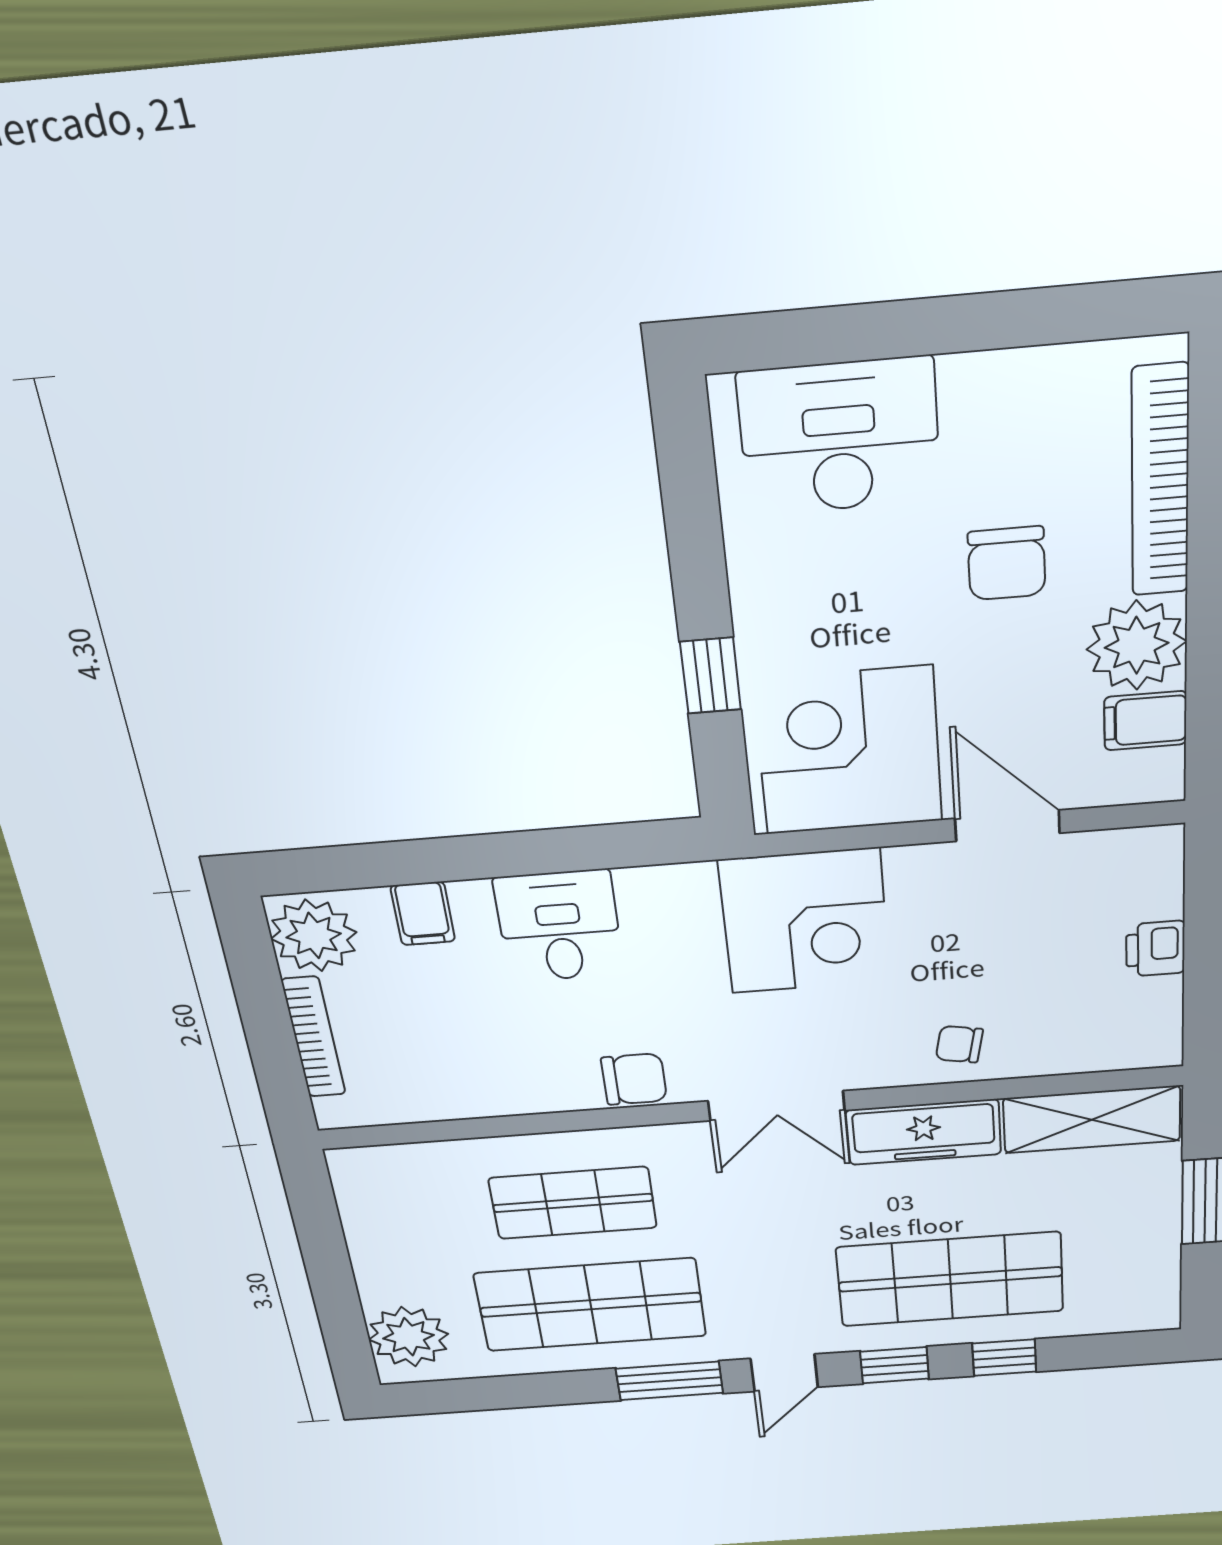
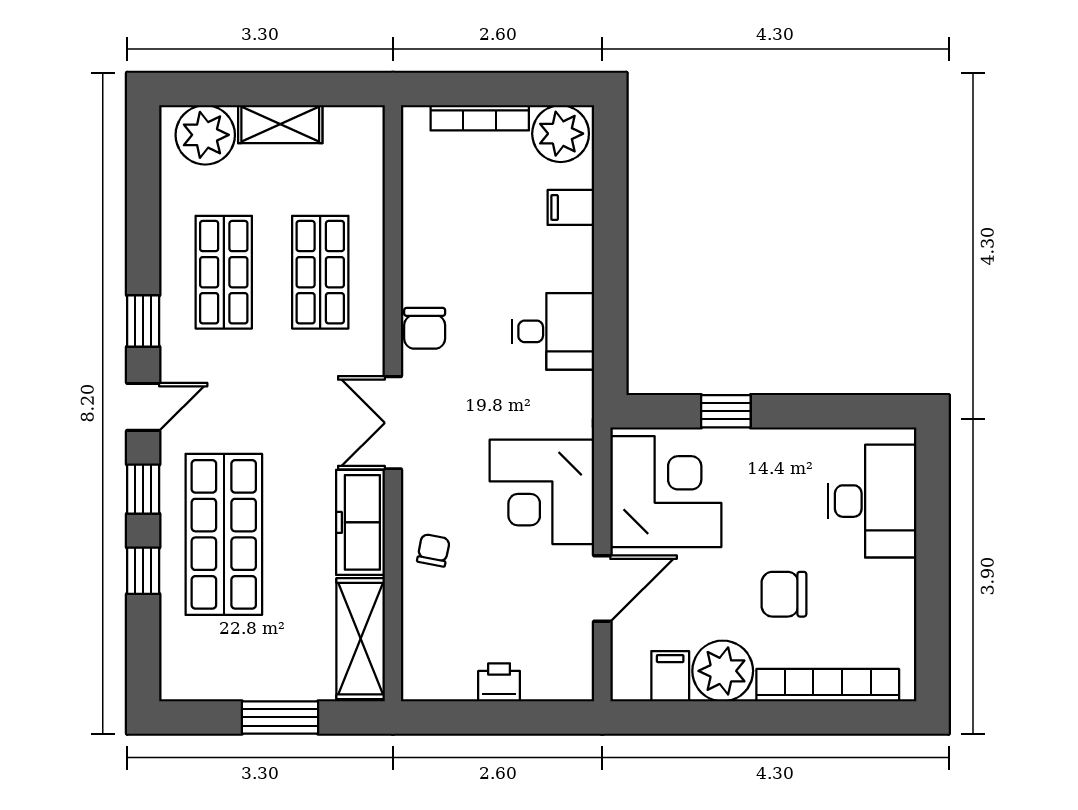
corner desk: (805, 921) -> (542, 492), moved
desk: (559, 926) -> (553, 331), moved
shelving: (376, 1261) -> (280, 124), added
shop shelf: (591, 1305) -> (224, 272), width x0.70, depth x0.74
door: (784, 1373) -> (143, 407), swing flipped
window: (669, 1381) -> (143, 321), width x0.67

